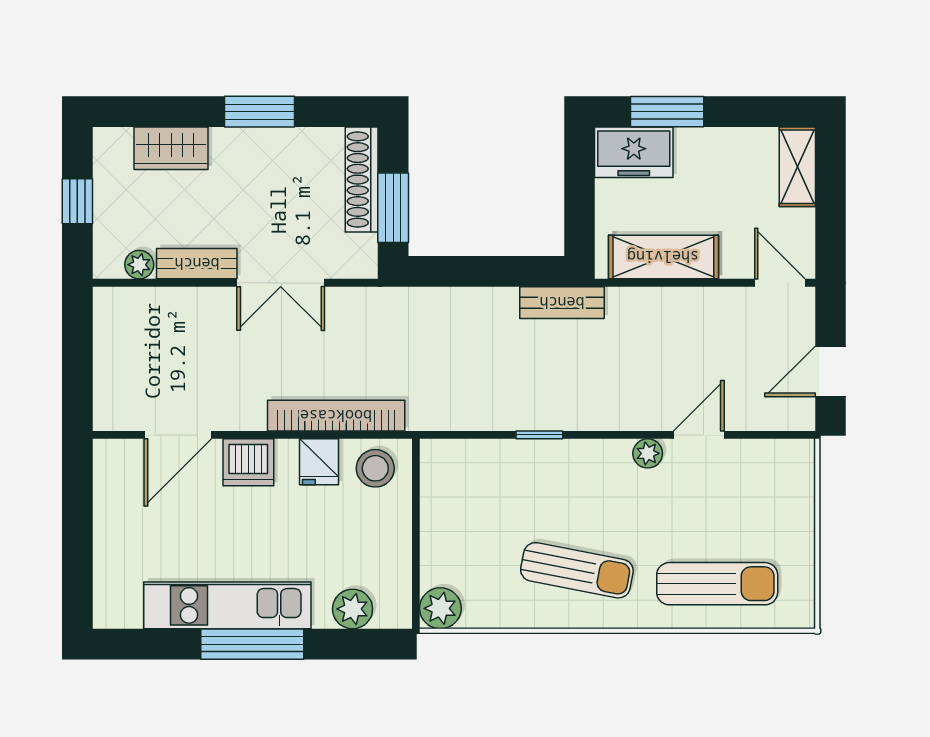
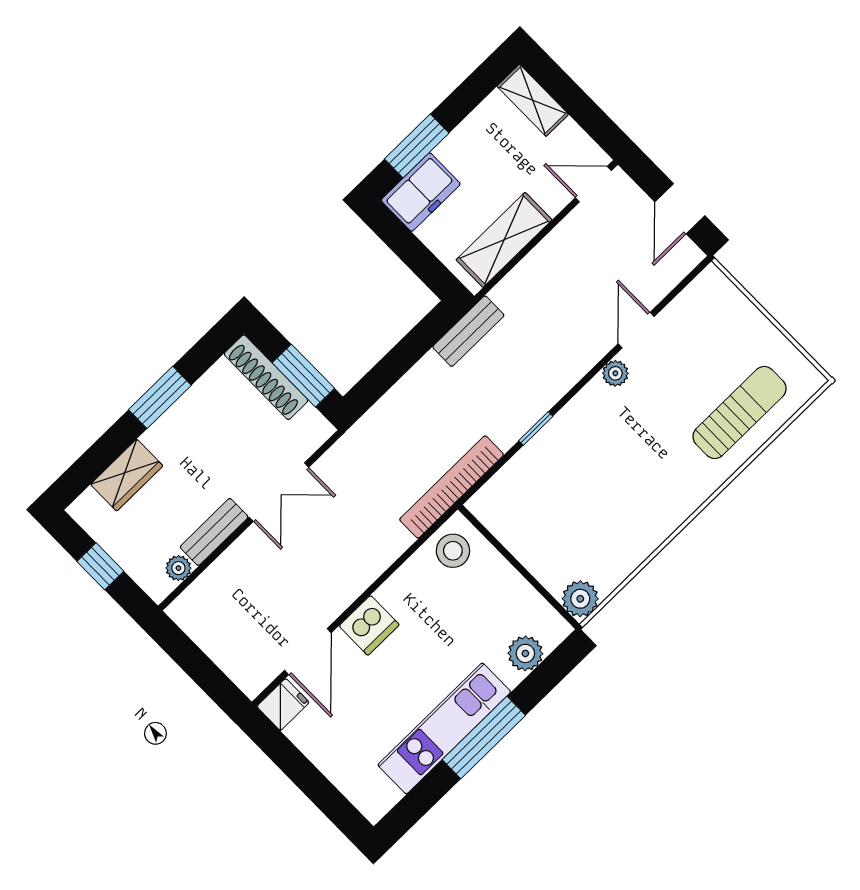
bookcase: (336, 416) -> (452, 487), moved
fridge: (319, 462) -> (283, 704), moved, turned -90
sun lounger: (577, 570) -> (643, 491), removed

